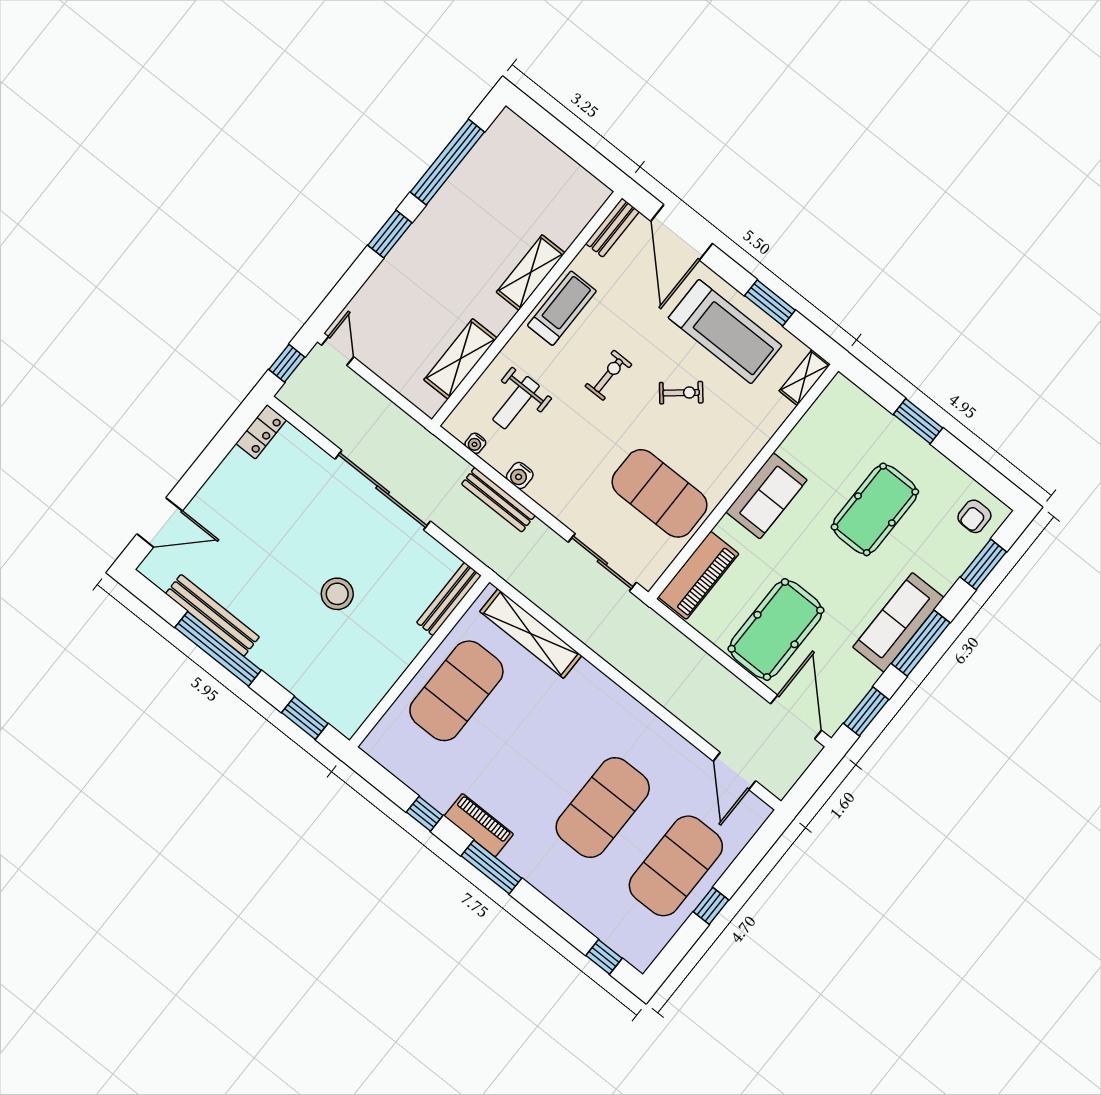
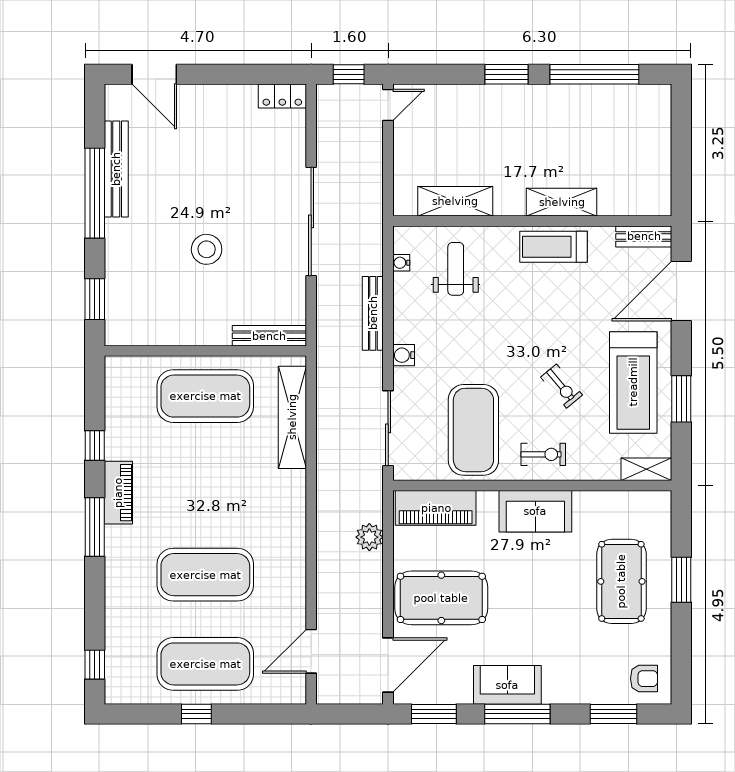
treadmill: (562, 308) -> (554, 247), turned 180
exercise bike: (608, 375) -> (543, 454), moved
weight bench: (516, 403) -> (456, 269), turned 90
water cooler: (520, 476) -> (404, 355), moved
pool table: (875, 509) -> (621, 581), moved, turned 90
armchair: (974, 516) -> (644, 679), turned 180
sofa: (898, 622) -> (507, 685), width x0.73
plant: (679, 649) -> (369, 537), added

